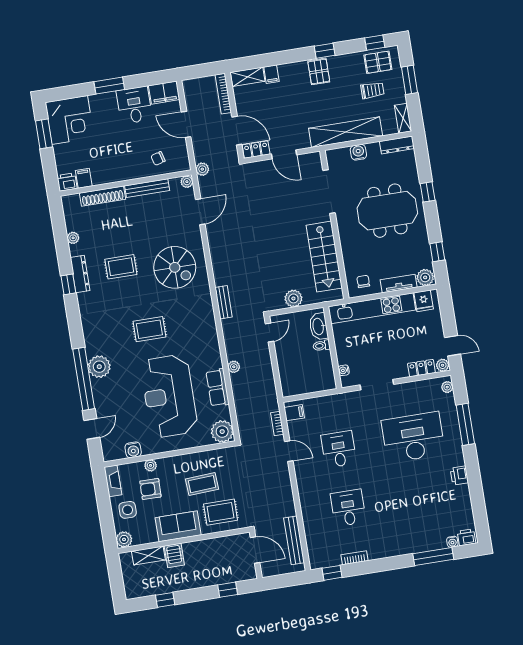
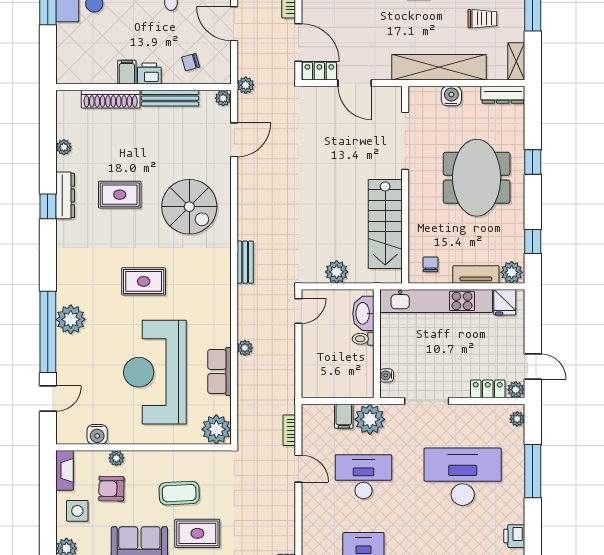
filing cabinet: (84, 178) -> (127, 72), moved
printer: (67, 182) -> (149, 73), moved
meeting table: (387, 211) -> (477, 178), turned 90
plant: (336, 405) -> (370, 419), added
filing cabinet: (294, 413) -> (344, 416), moved, turned 90
desk: (339, 449) -> (363, 477), width x1.37

